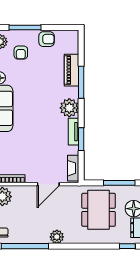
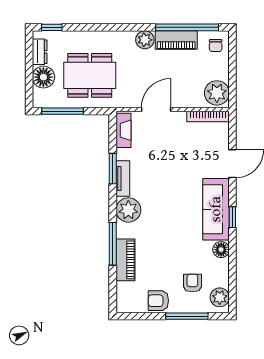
dining table: (99, 210) -> (90, 75), turned 90
piano: (33, 237) -> (176, 40), added

